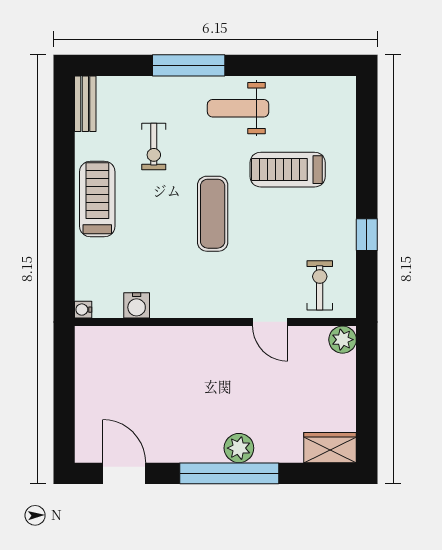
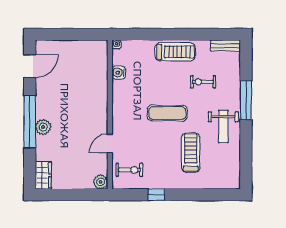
weight bench: (238, 108) -> (223, 127), turned 180

